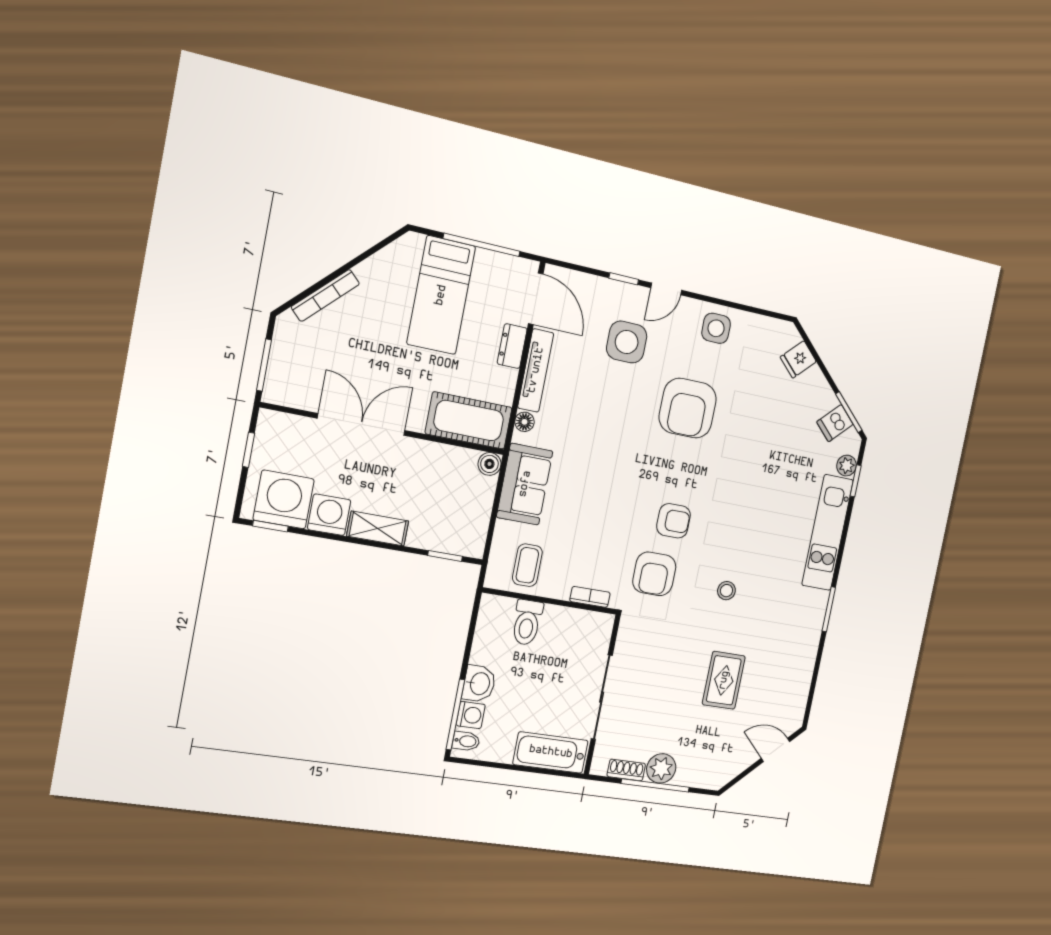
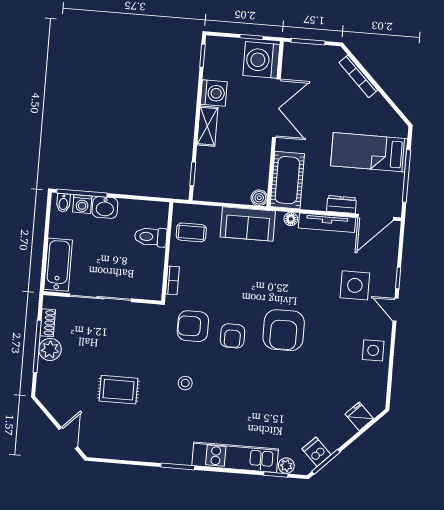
armchair: (688, 408) -> (284, 330), moved, turned -90
washing machine: (284, 500) -> (261, 60), moved, turned 180

